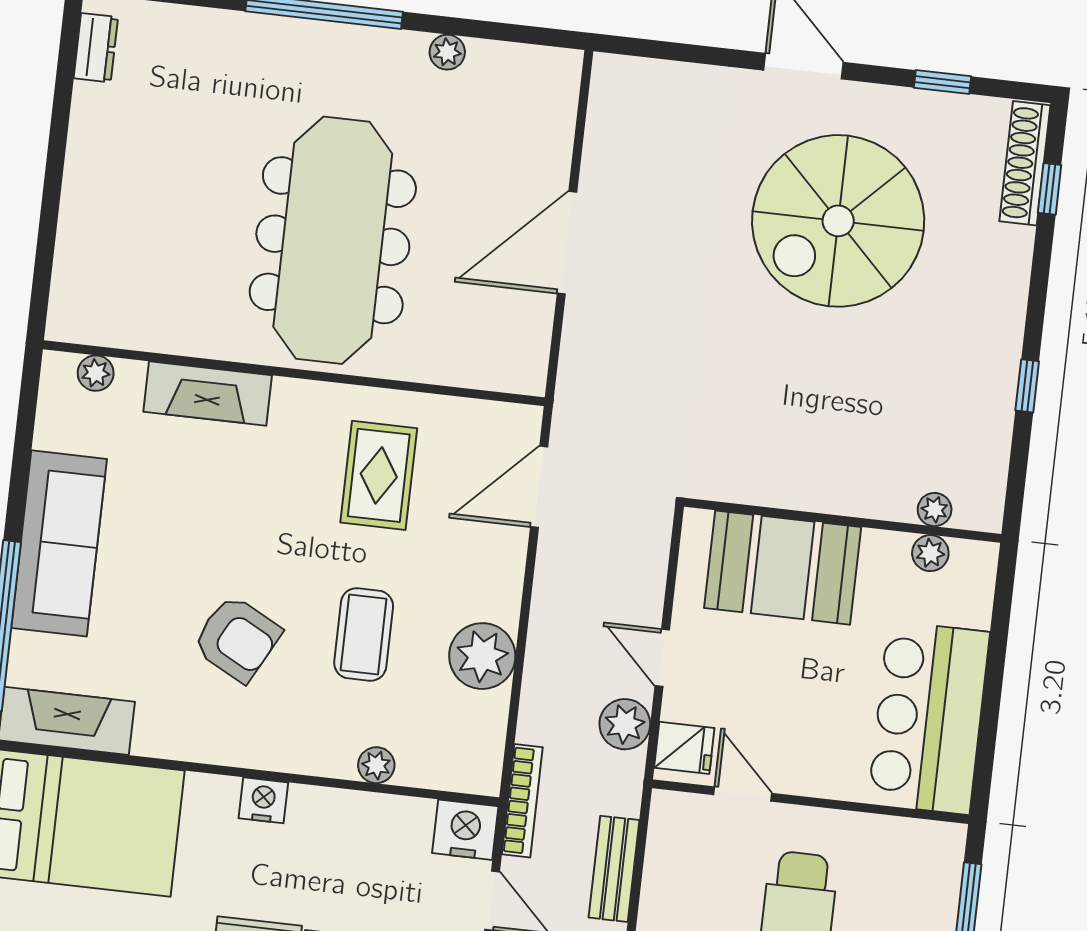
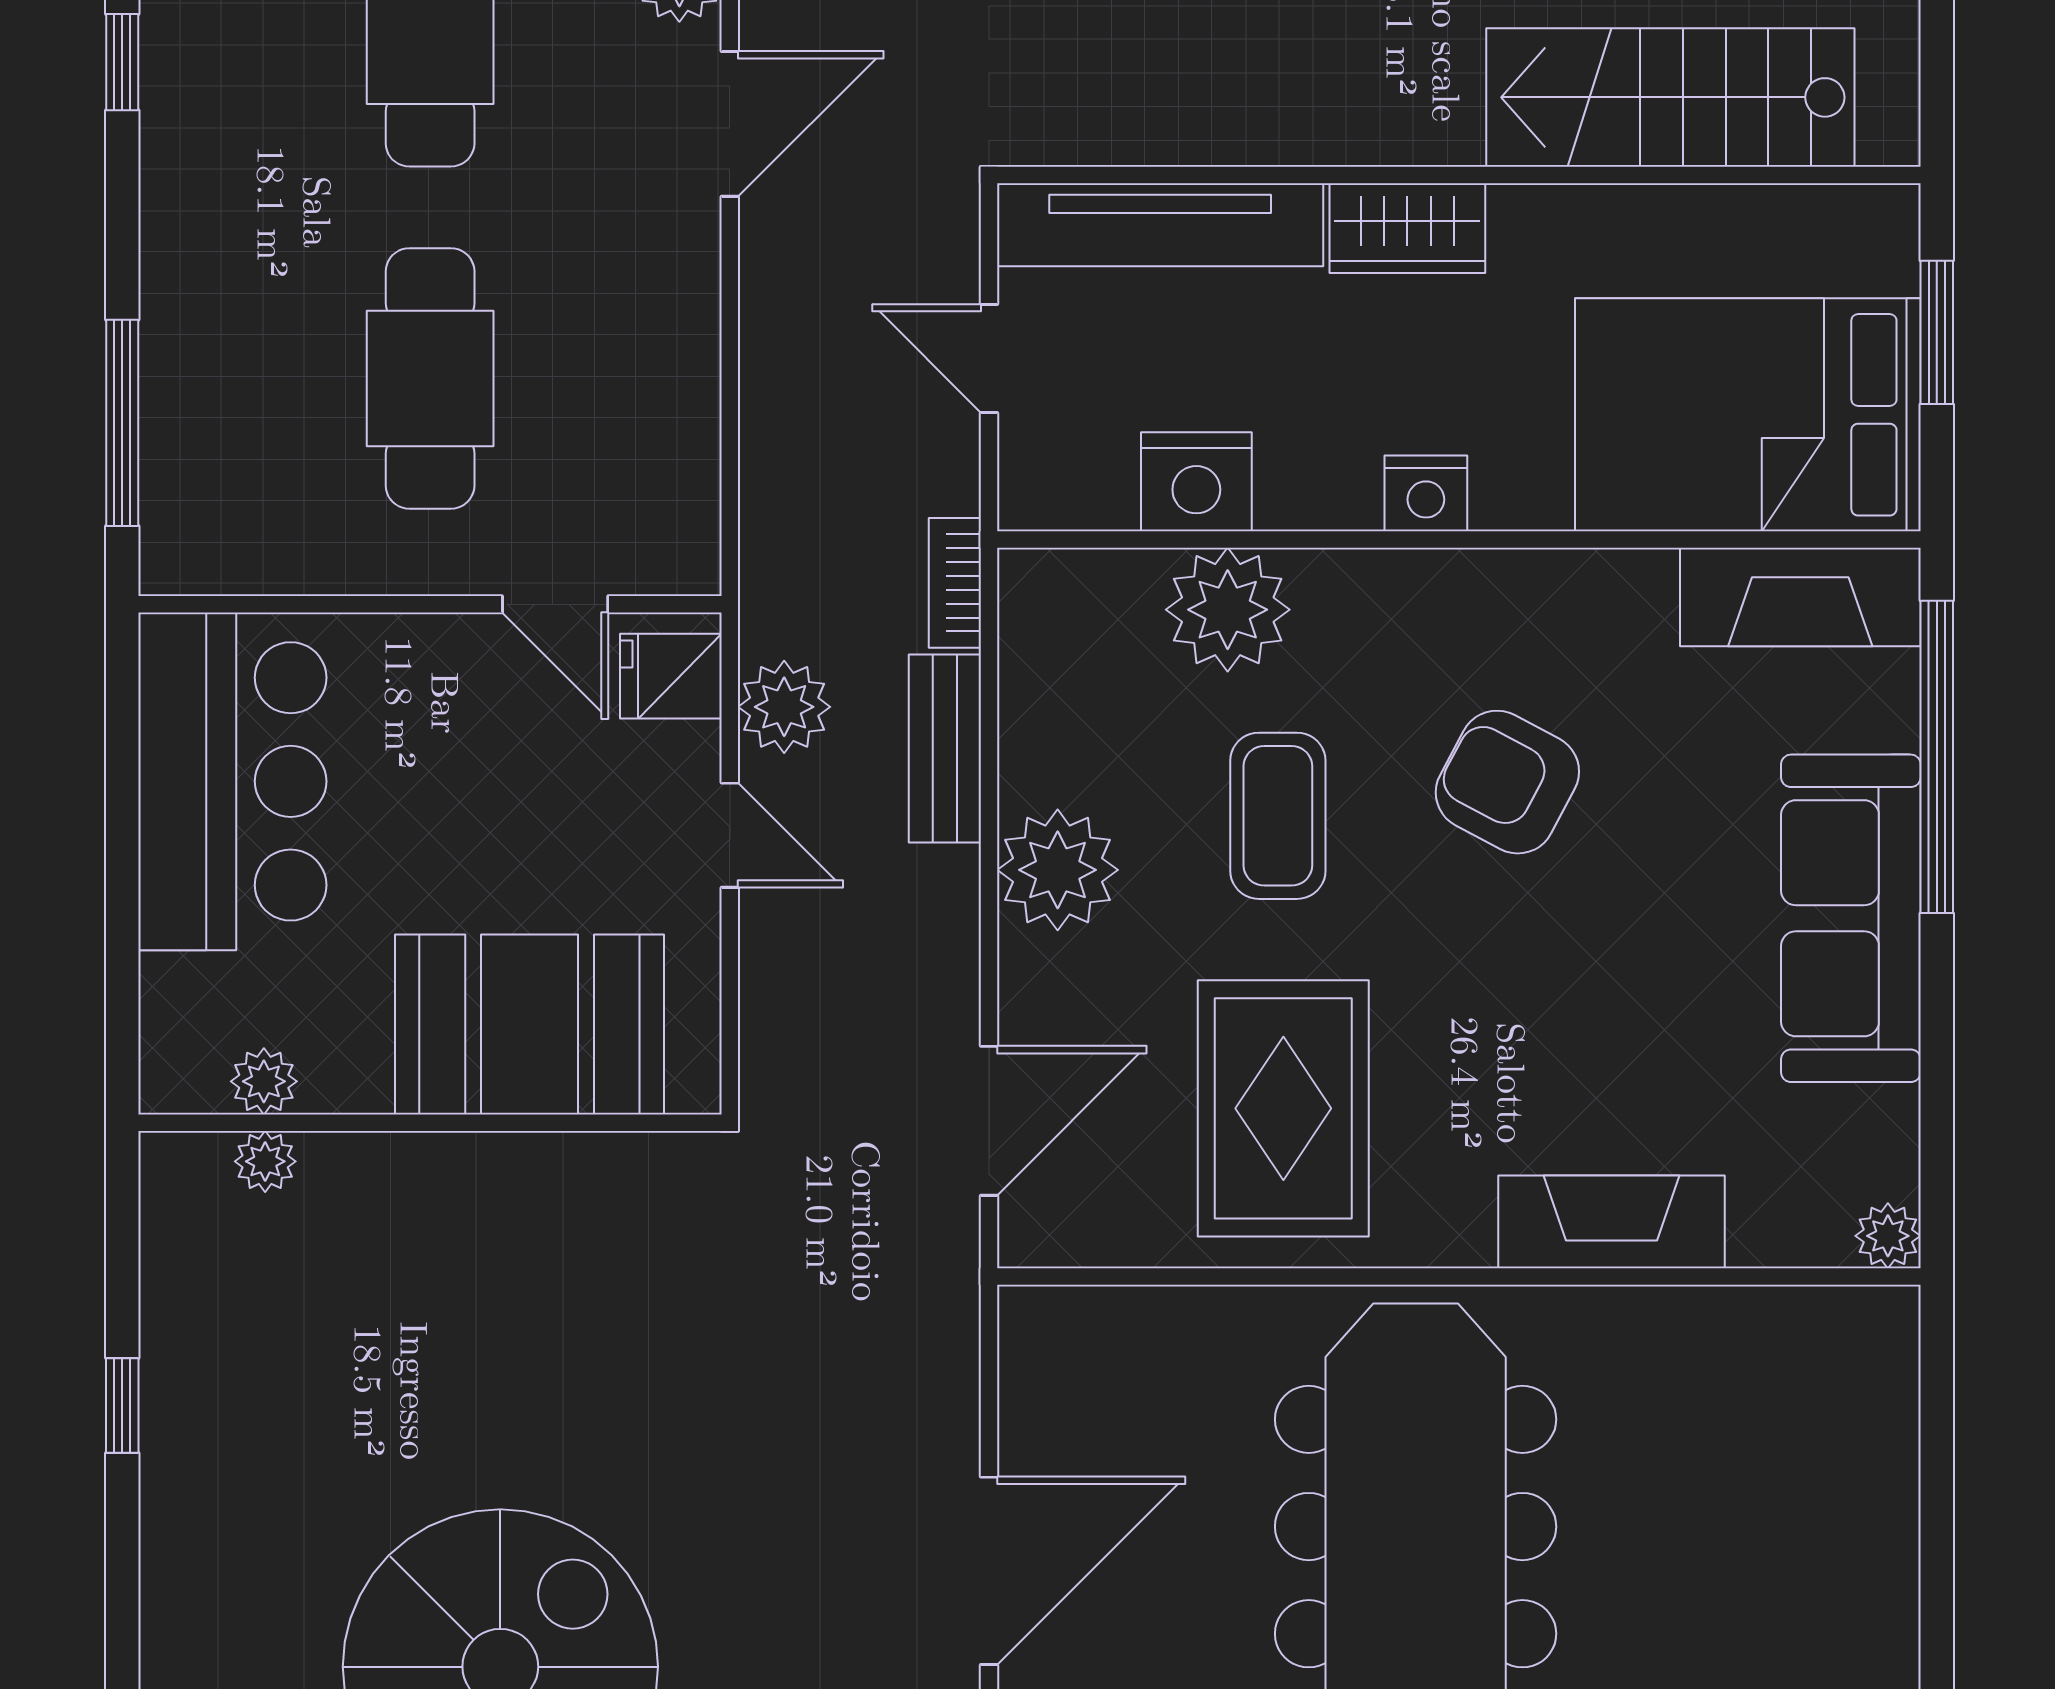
plant: (96, 373) -> (1888, 1236), moved
rug: (379, 475) -> (1283, 1108), width x1.36, depth x1.43
plant: (482, 656) -> (1058, 870), moved
plant: (376, 765) -> (1228, 610), width x1.88, depth x1.88
bookcase: (522, 801) -> (955, 583), width x0.64
nightstand: (465, 830) -> (1196, 482), moved
bench: (614, 869) -> (945, 749), moved

